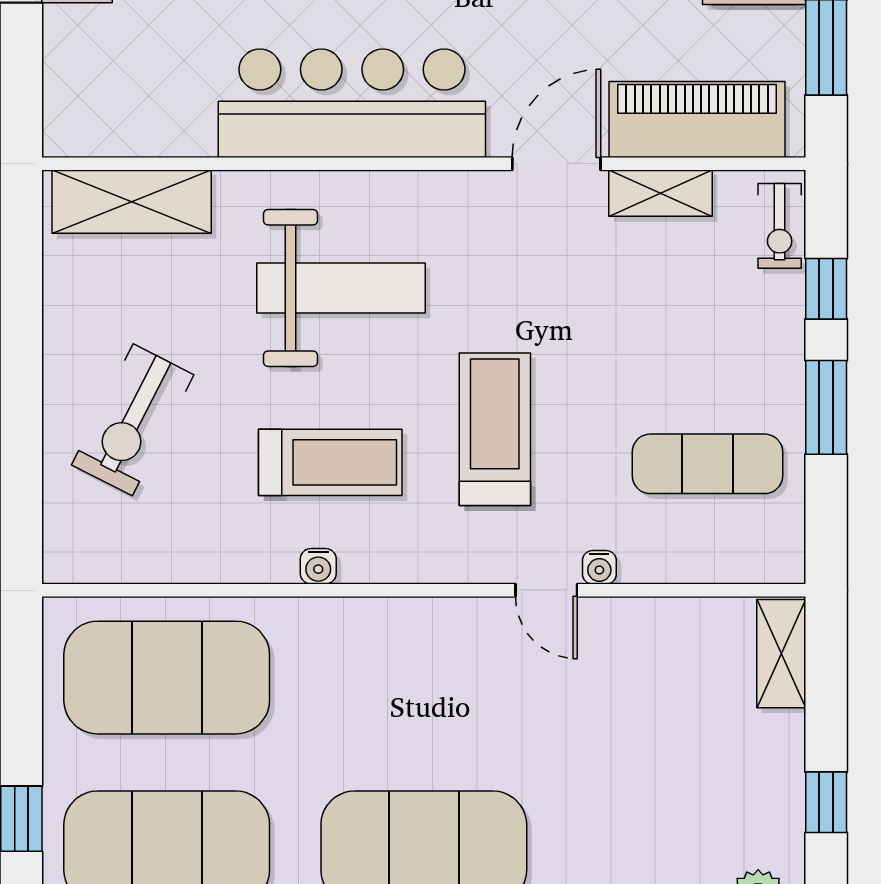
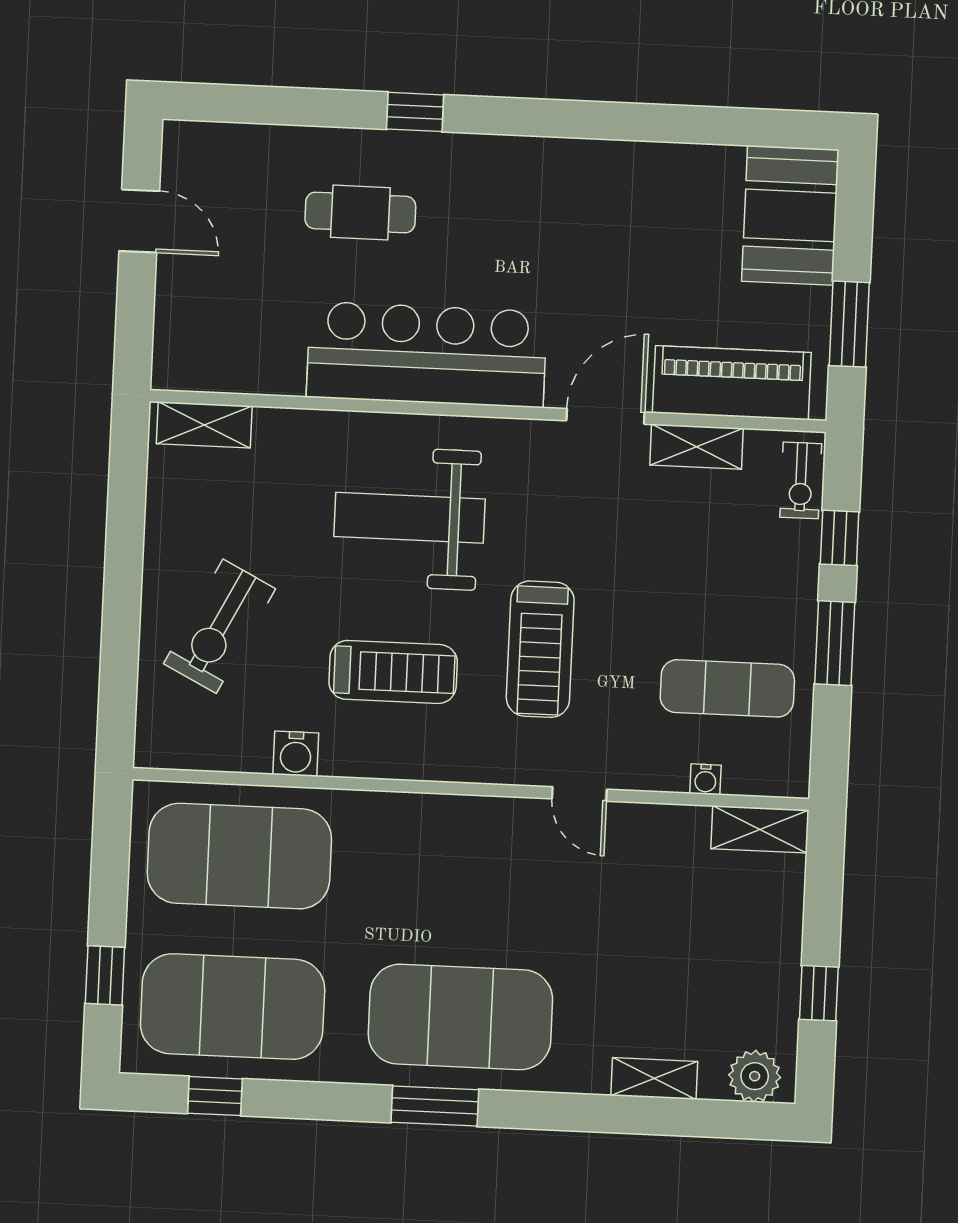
shelving: (132, 202) -> (204, 425), width x0.67, depth x0.75
weight bench: (341, 288) -> (410, 518), turned 180
treadmill: (495, 429) -> (540, 649), turned 180
water cooler: (318, 566) -> (296, 754), moved, width x1.38, depth x1.38
water cooler: (599, 567) -> (705, 779), moved
shelving: (781, 654) -> (760, 829), moved, turned 90

